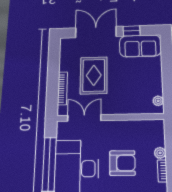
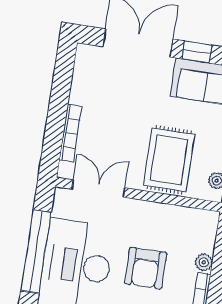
rug: (94, 75) -> (169, 160), moved
armchair: (122, 163) -> (146, 268), turned 90

